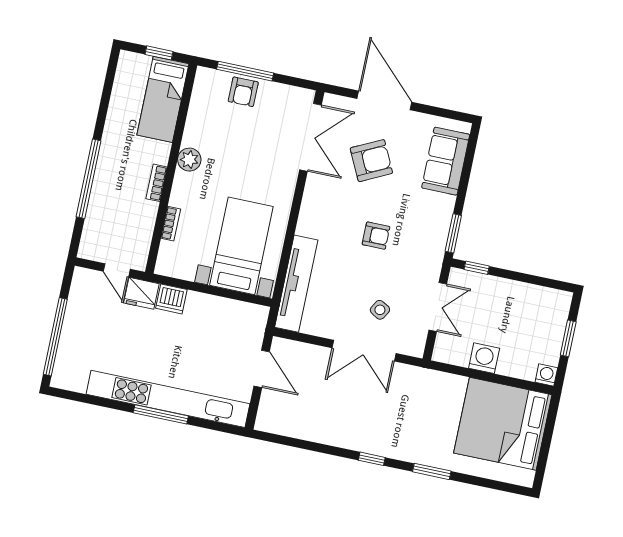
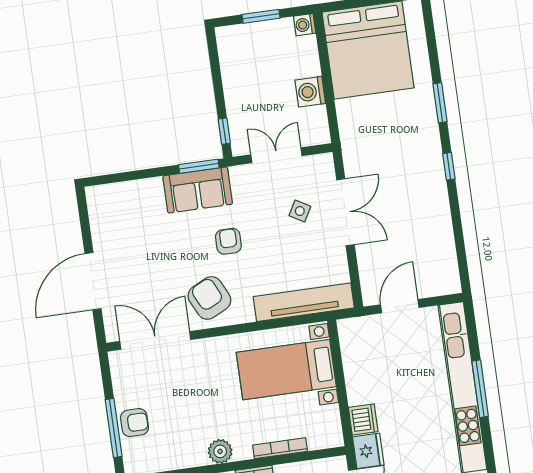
armchair: (371, 161) -> (209, 298), moved
sofa: (446, 161) -> (198, 190), moved
bookcase: (171, 224) -> (280, 448), width x1.56

